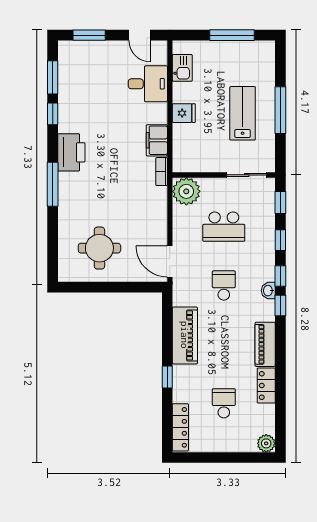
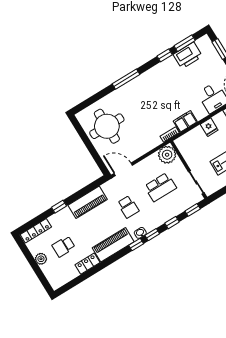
printer: (71, 152) -> (188, 55), moved
school desk: (224, 227) -> (160, 187), turned -90
round table: (99, 248) -> (107, 126), width x1.36, depth x1.36
door: (170, 262) -> (123, 169), hinge flipped
school desk: (224, 285) -> (128, 207), turned 90
piano: (265, 344) -> (113, 245), width x1.37, depth x1.33
school desk: (224, 403) -> (64, 246), turned 180
plant: (266, 443) -> (41, 259), moved

